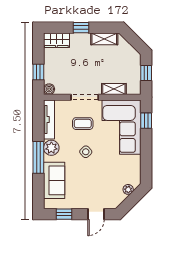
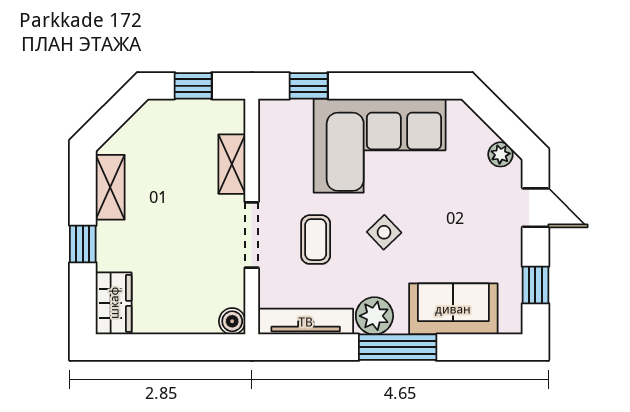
window: (38, 72) -> (190, 347), removed
corner sofa: (121, 127) -> (380, 146), moved
plant: (128, 189) -> (500, 154), moved

